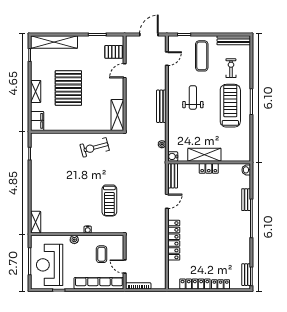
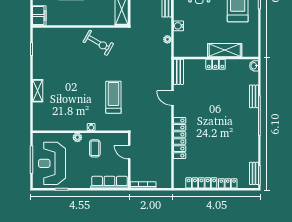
exercise bike: (95, 147) -> (98, 43), turned -135
shelving: (204, 155) -> (225, 50), moved
water cooler: (173, 156) -> (179, 26), moved
treadmill: (109, 200) -> (113, 97), turned 180
door: (167, 201) -> (173, 98), swing flipped
shelving: (36, 222) -> (38, 91), moved
coffee table: (102, 254) -> (95, 148), moved
door: (125, 267) -> (129, 152), moved
row of seats: (99, 283) -> (109, 182), width x0.73

